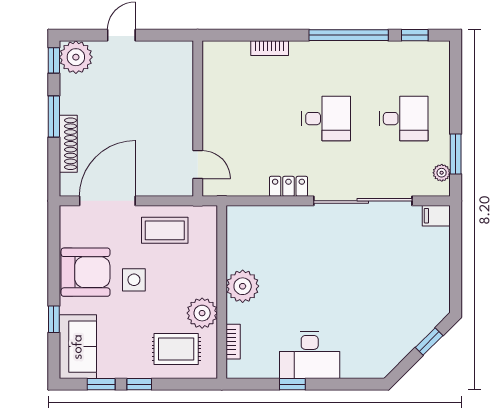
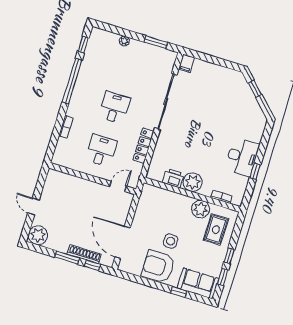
window: (54, 60) -> (92, 265), moved
desk: (404, 119) -> (101, 151), moved
plant: (442, 173) -> (124, 41), moved
locker: (288, 186) -> (144, 146), width x1.53
coffee table: (165, 230) -> (149, 216), removed
printer: (240, 252) -> (173, 178), added
armchair: (86, 272) -> (158, 266), turned -90

